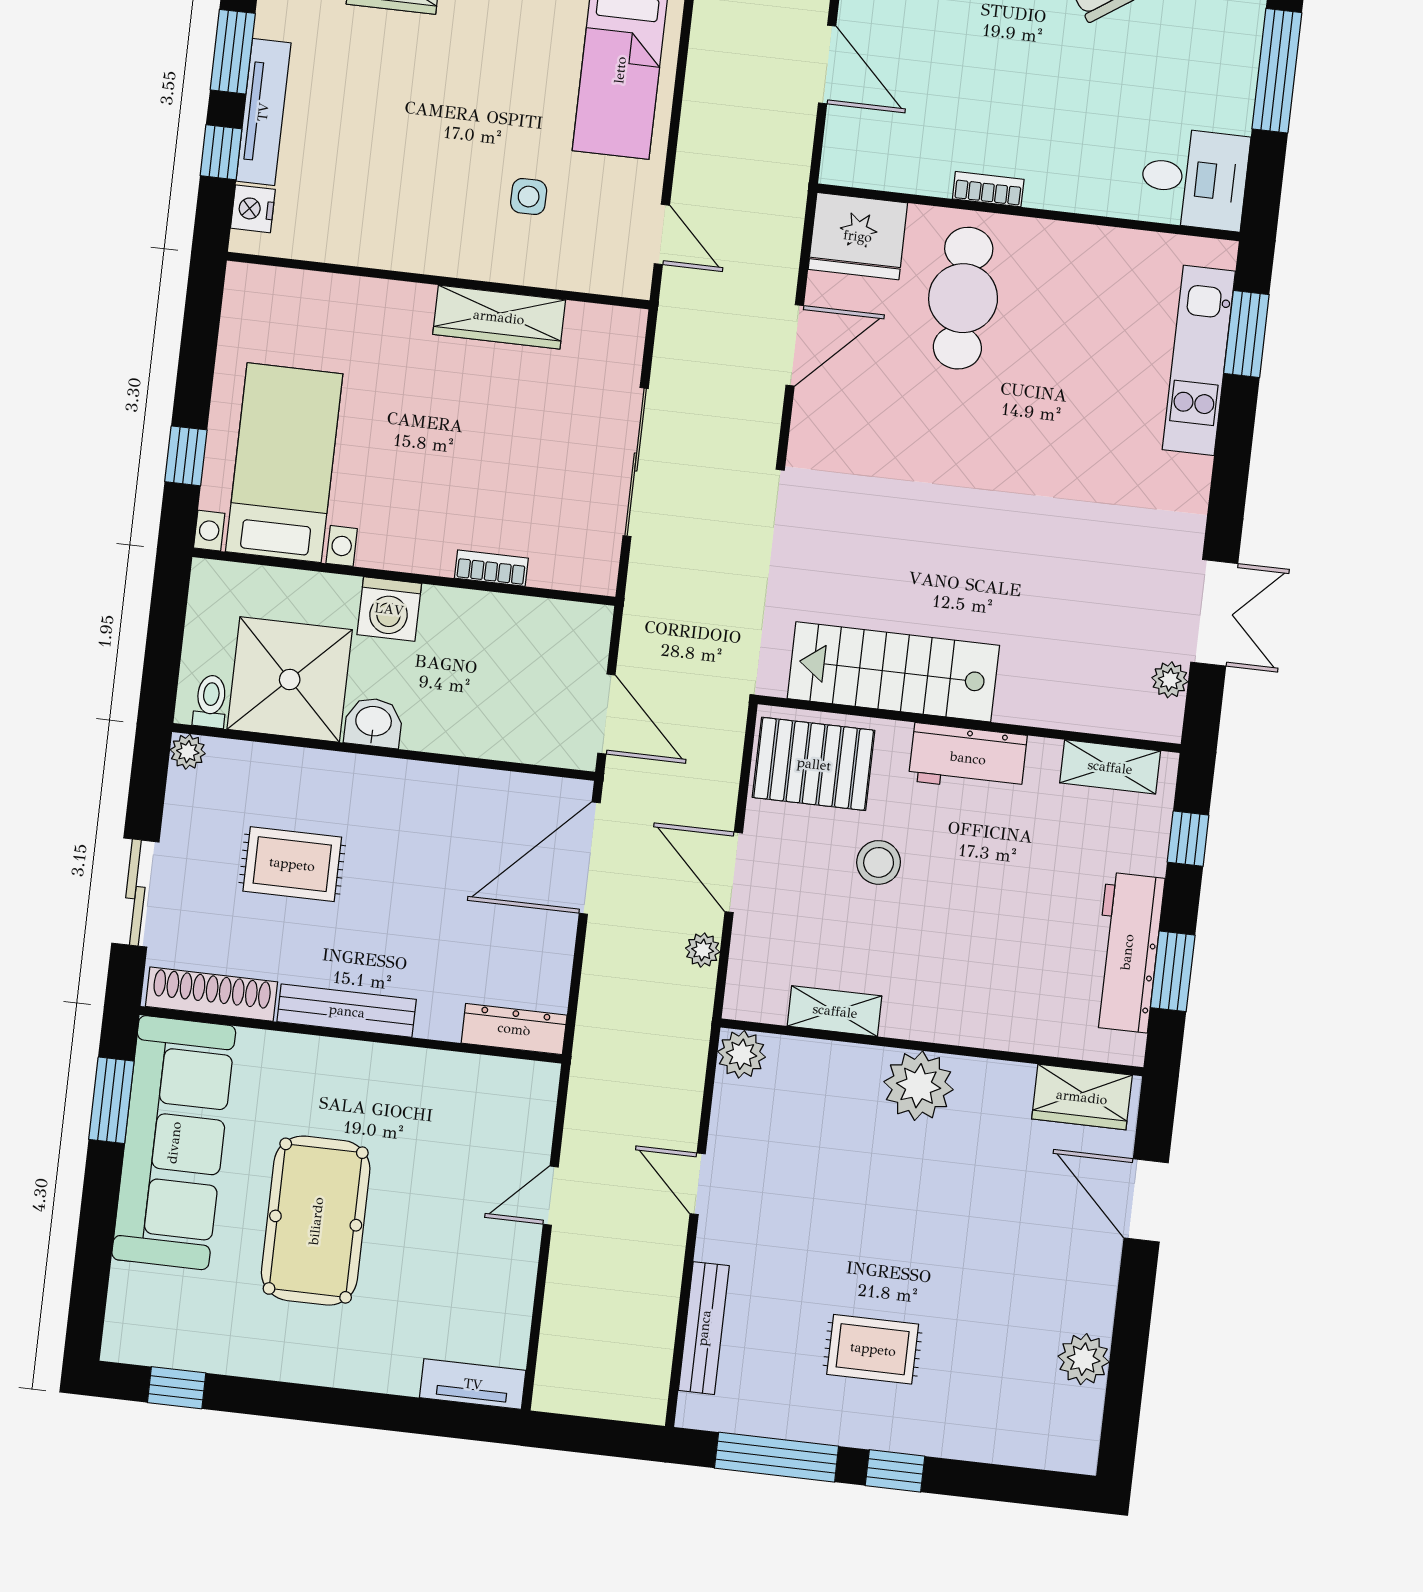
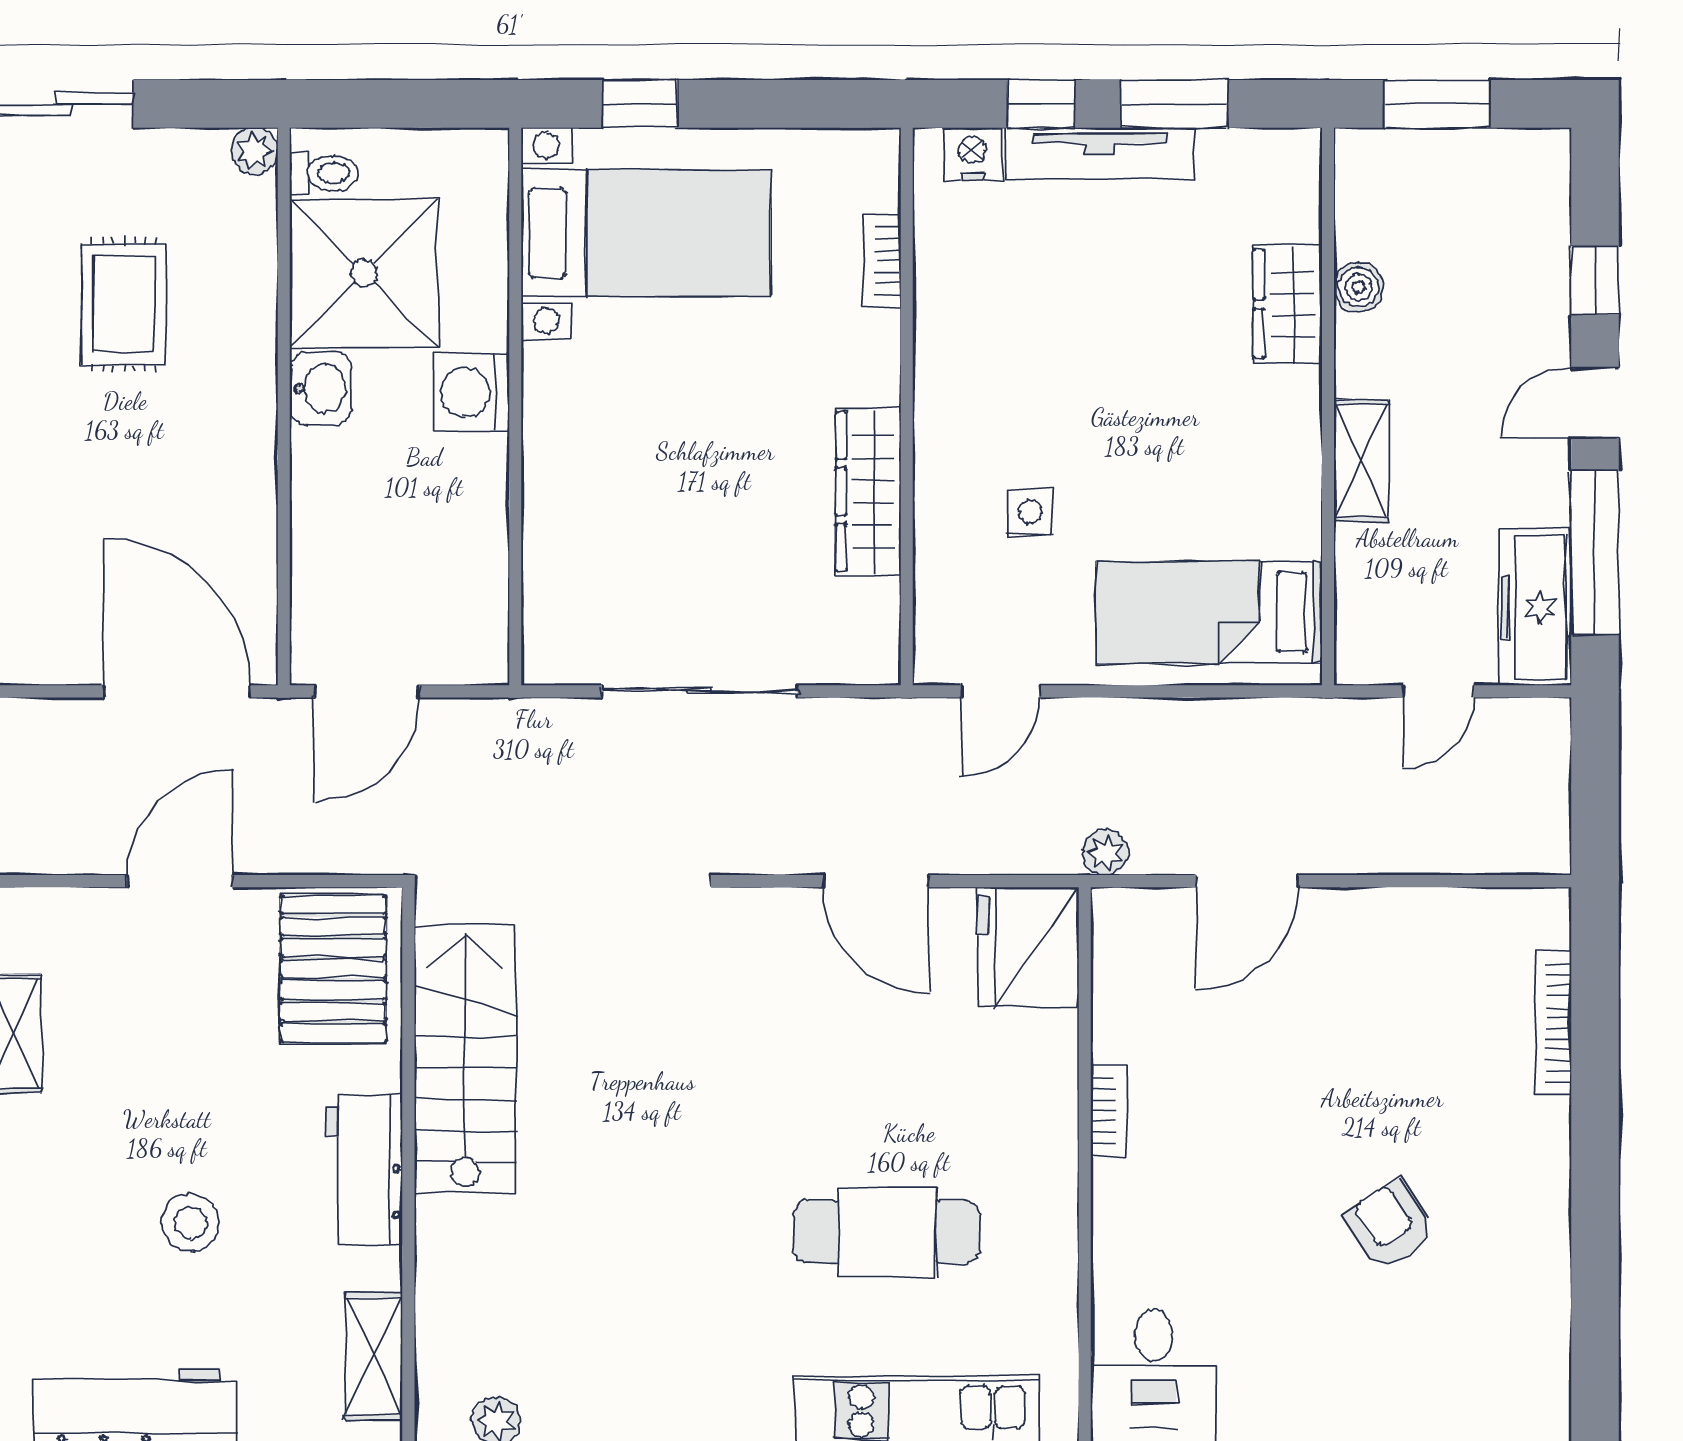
cafe table: (963, 298) -> (887, 1232), moved
bookcase: (491, 568) -> (882, 261), moved, turned 180
stool: (879, 862) -> (190, 1223), moved
plant: (703, 950) -> (1105, 852), moved

